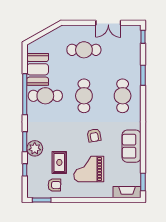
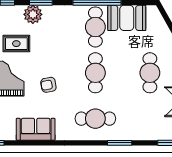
cafe table: (84, 96) -> (95, 73), turned 90

